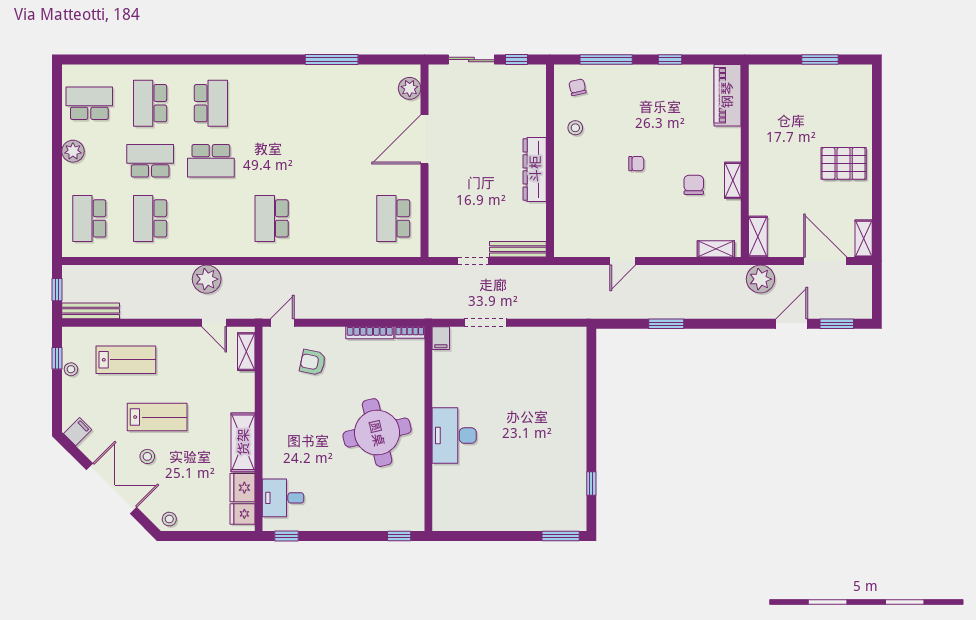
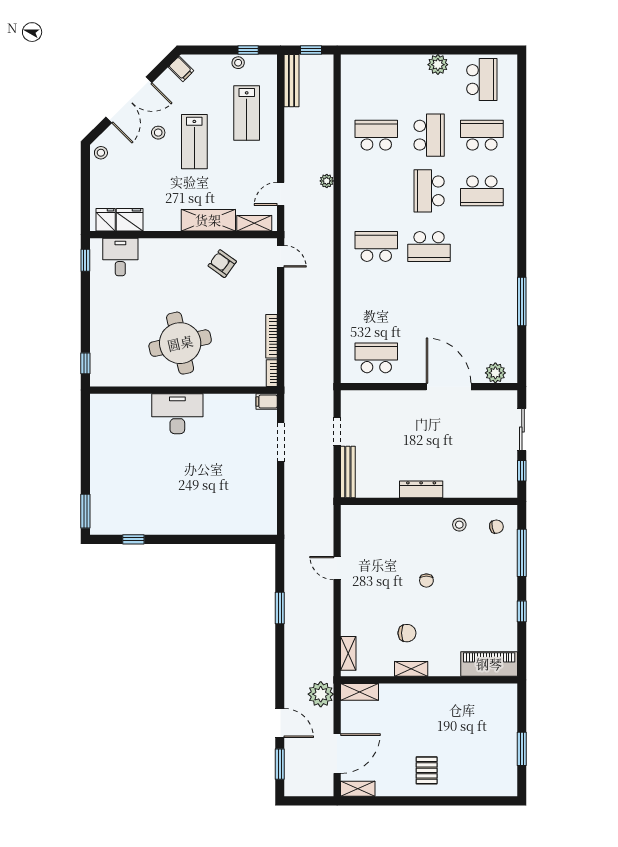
pallet: (844, 163) -> (427, 770), width x0.67, depth x0.71
dresser: (535, 169) -> (421, 489), width x0.73, depth x0.80
school desk: (89, 218) -> (429, 247), moved, turned 180
plant: (207, 279) -> (327, 181), width x0.53, depth x0.53
armchair: (313, 362) -> (222, 264), moved, turned -66
shelving: (243, 442) -> (208, 220), moved

